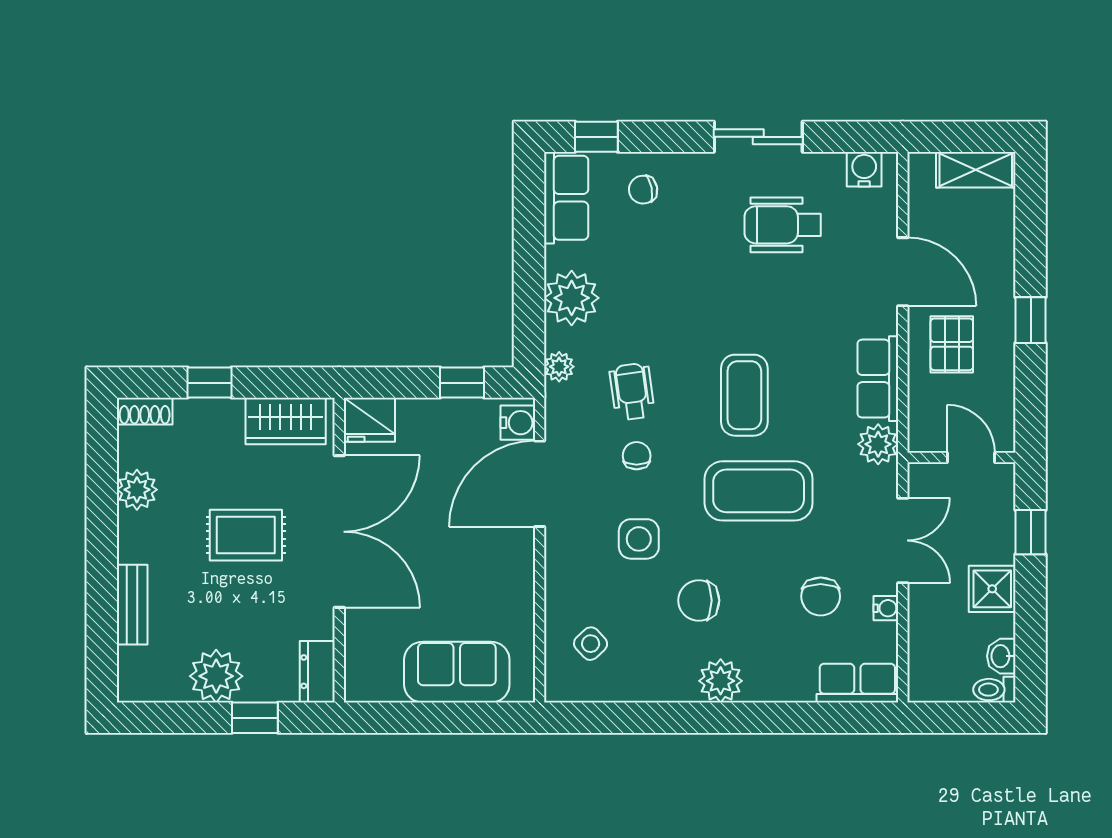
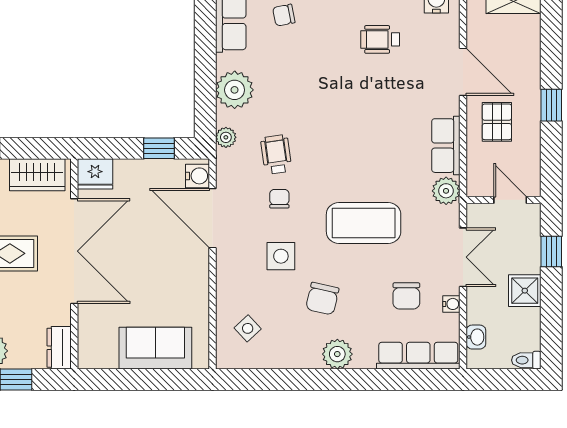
wheelchair: (783, 225) -> (380, 39), width x0.73, depth x0.73
coffee table: (744, 395) -> (354, 157), removed
door: (540, 484) -> (213, 218), hinge flipped
chair: (699, 600) -> (322, 299), turned -77
washbasin: (1001, 656) -> (476, 337), moved, turned 180
row of seats: (857, 683) -> (418, 356), width x1.48

